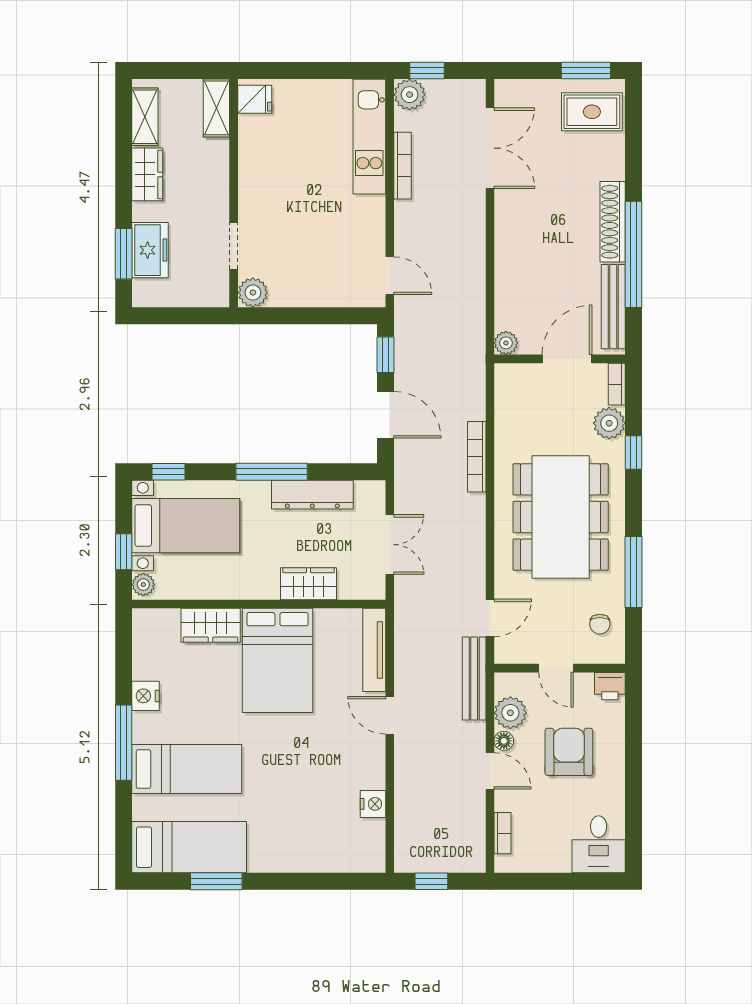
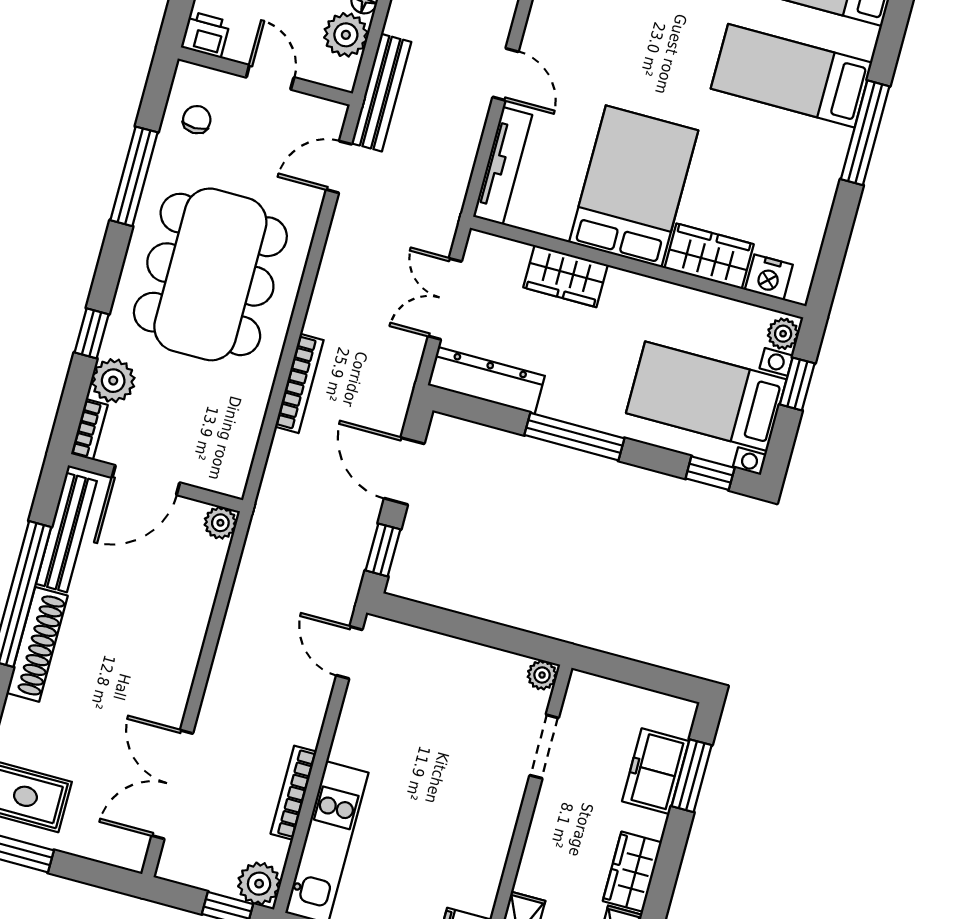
plant: (253, 293) -> (542, 675), width x0.73, depth x0.73
dresser: (312, 495) -> (486, 380), moved
nightstand: (146, 696) -> (769, 277), moved, turned 90

